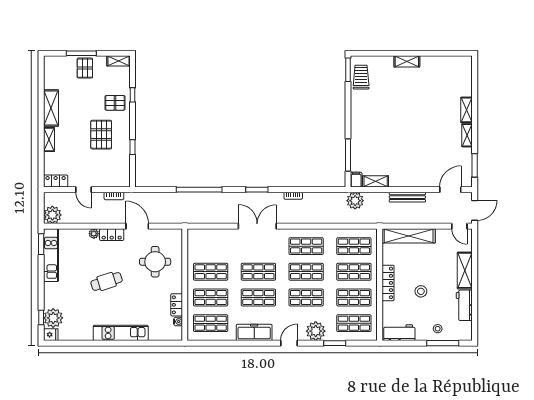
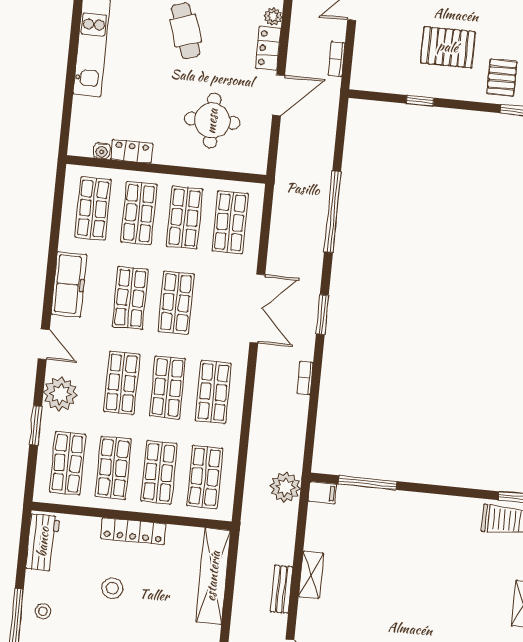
shelving: (376, 181) -> (311, 575), moved
bench: (407, 197) -> (281, 589), width x0.73
shop shelf: (211, 246) -> (230, 222), added

